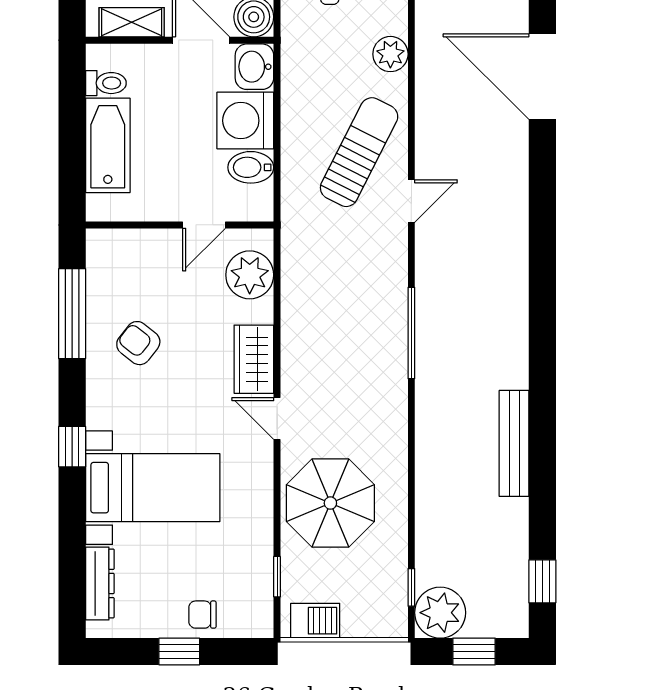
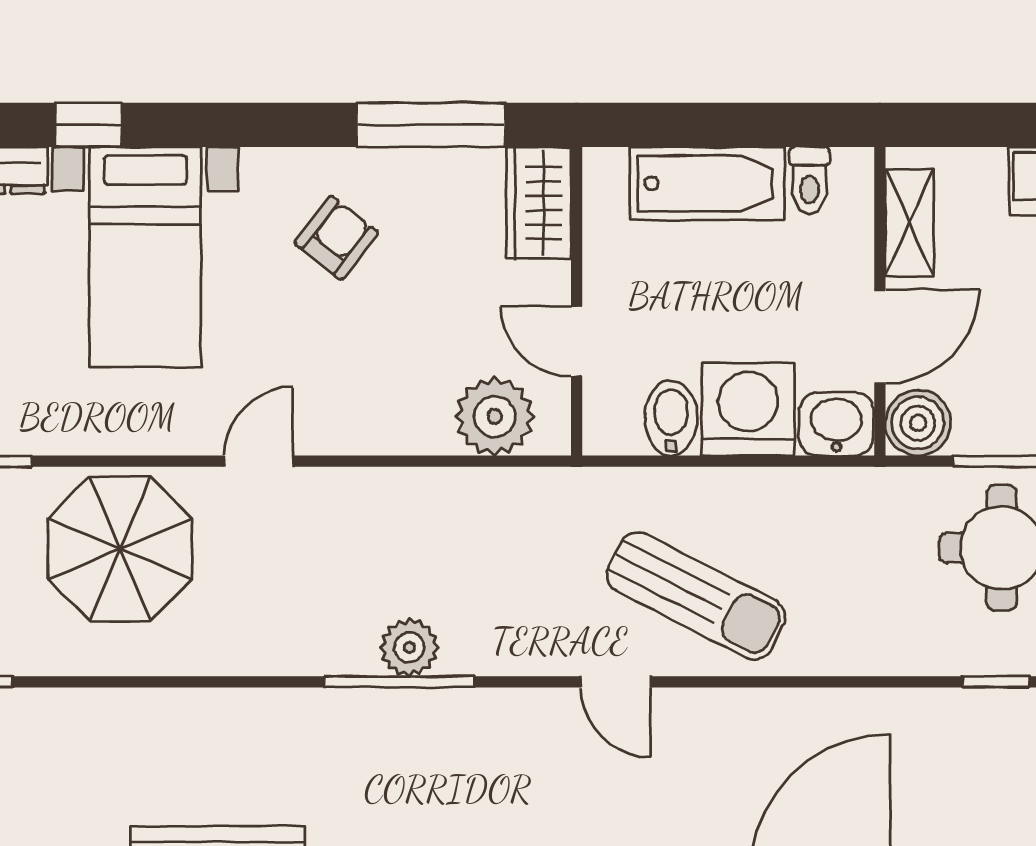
plant: (390, 54) -> (409, 647), moved
armchair: (138, 343) -> (336, 238), moved
wardrobe: (254, 359) -> (539, 203), moved, turned -90
window: (72, 447) -> (89, 125), moved

